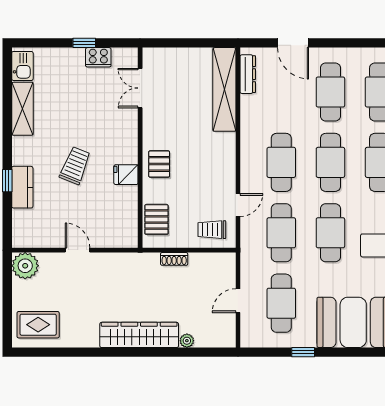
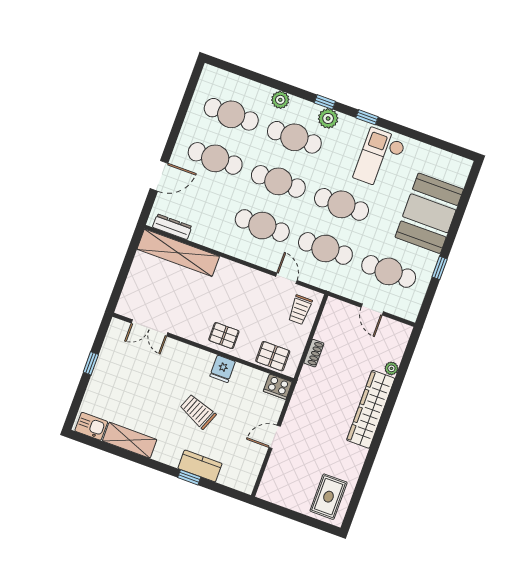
cooker: (98, 57) -> (278, 387), moved, turned 90
plant: (25, 266) -> (271, 489), removed

